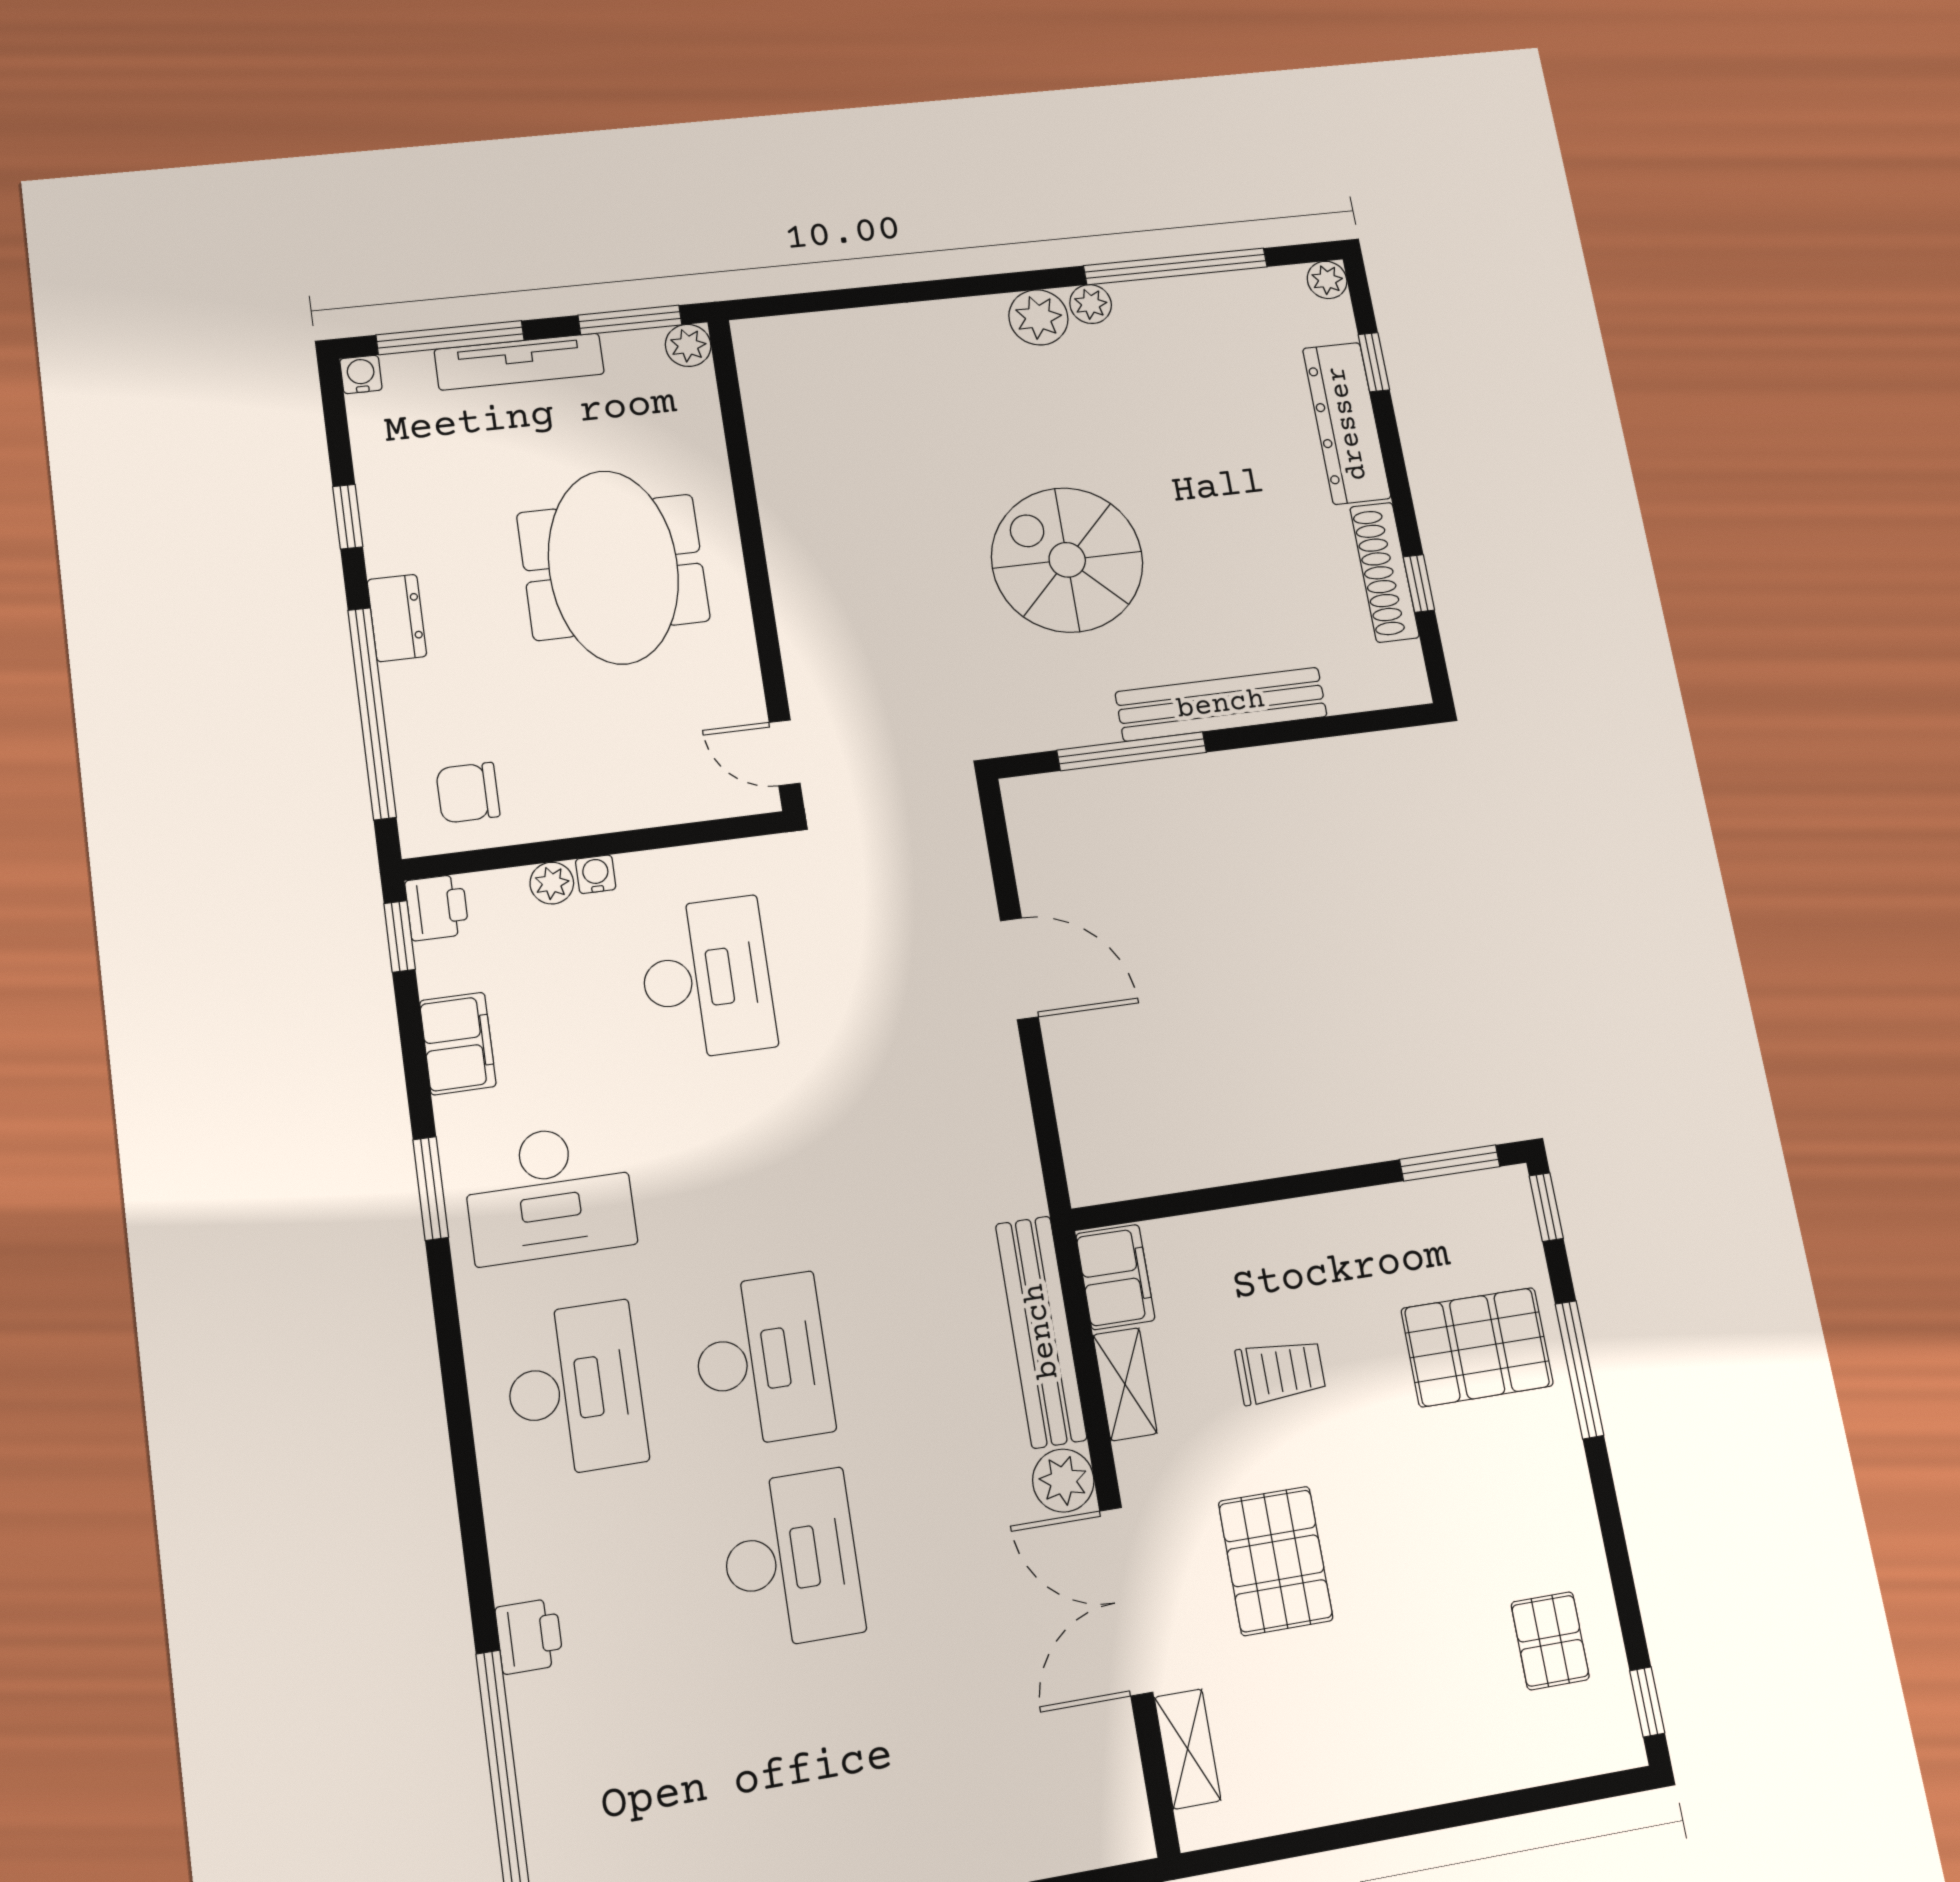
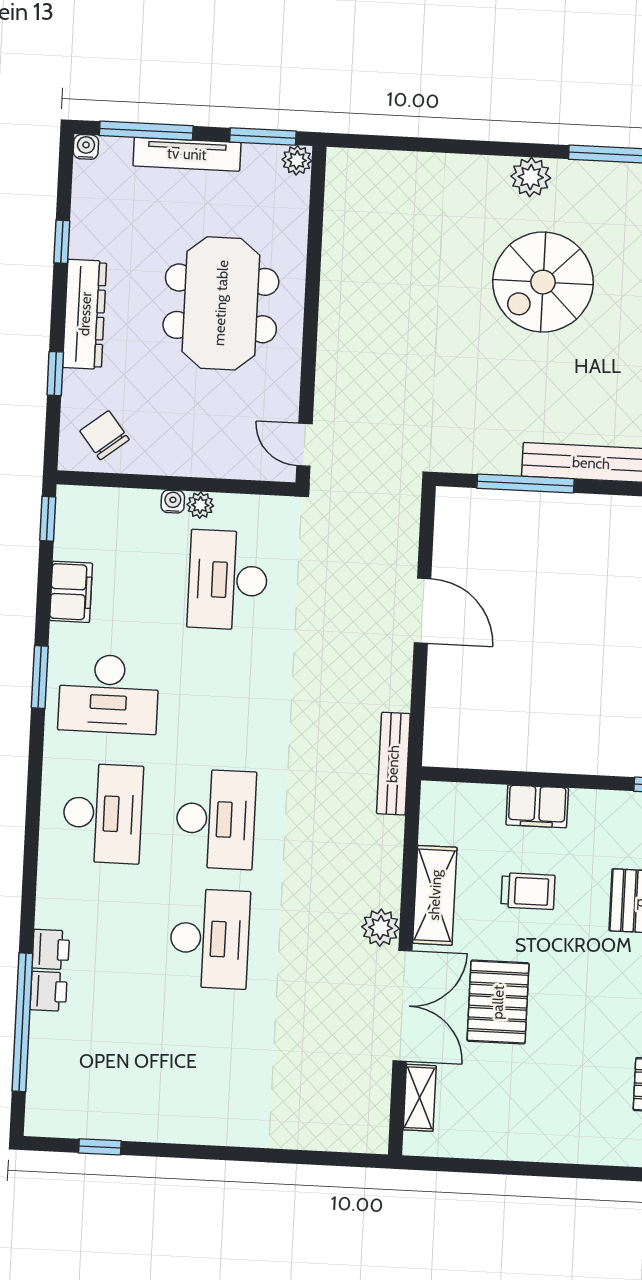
plant: (1091, 304) -> (568, 173), removed
spiral stairs: (1067, 560) -> (543, 282), moved, turned -90
dresser: (397, 618) -> (85, 314), width x1.96, depth x1.24
window: (372, 713) -> (55, 374), width x0.32
chair: (468, 793) -> (105, 435), turned 52
plant: (552, 883) -> (200, 505), moved
printer: (437, 907) -> (49, 991), moved
desk: (706, 978) -> (228, 580), turned 180
filing cabinet: (1115, 1277) -> (537, 806), moved, turned 90
bench: (1041, 1331) -> (393, 764), moved, width x0.73, depth x0.82
shelving: (1125, 1384) -> (435, 895), width x1.50, depth x1.33
double door: (1126, 1601) -> (402, 1006), swing flipped

